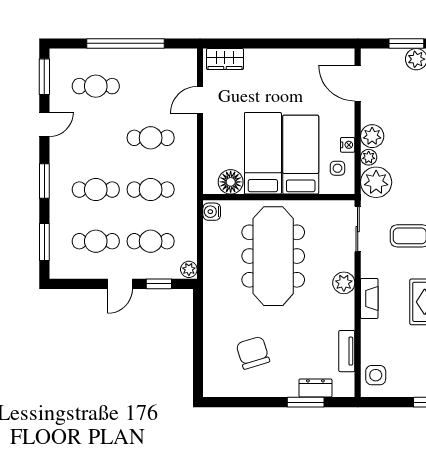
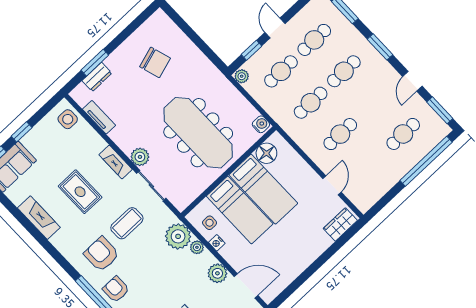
window: (125, 43) -> (426, 161), moved
plant: (372, 136) -> (217, 273), moved
sliding door: (358, 229) -> (151, 186), moved

